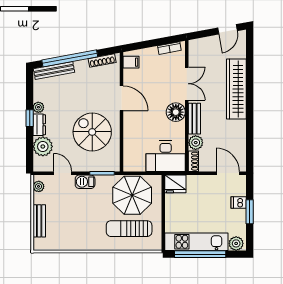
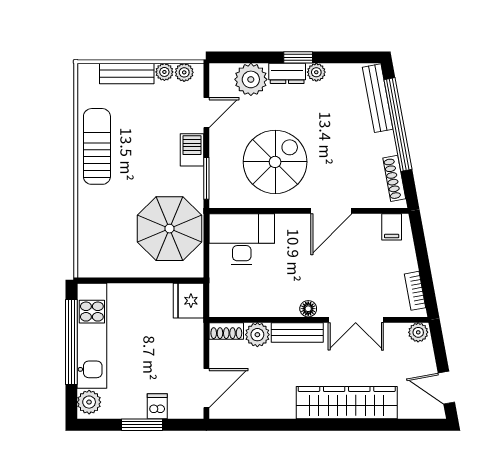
plant: (194, 46) -> (418, 332), added
floor lamp: (176, 112) -> (308, 309), width x0.53, depth x0.53
desk: (166, 156) -> (242, 239), moved, turned 90
plant: (38, 198) -> (164, 72), added
sun lounger: (129, 229) -> (97, 146), moved

